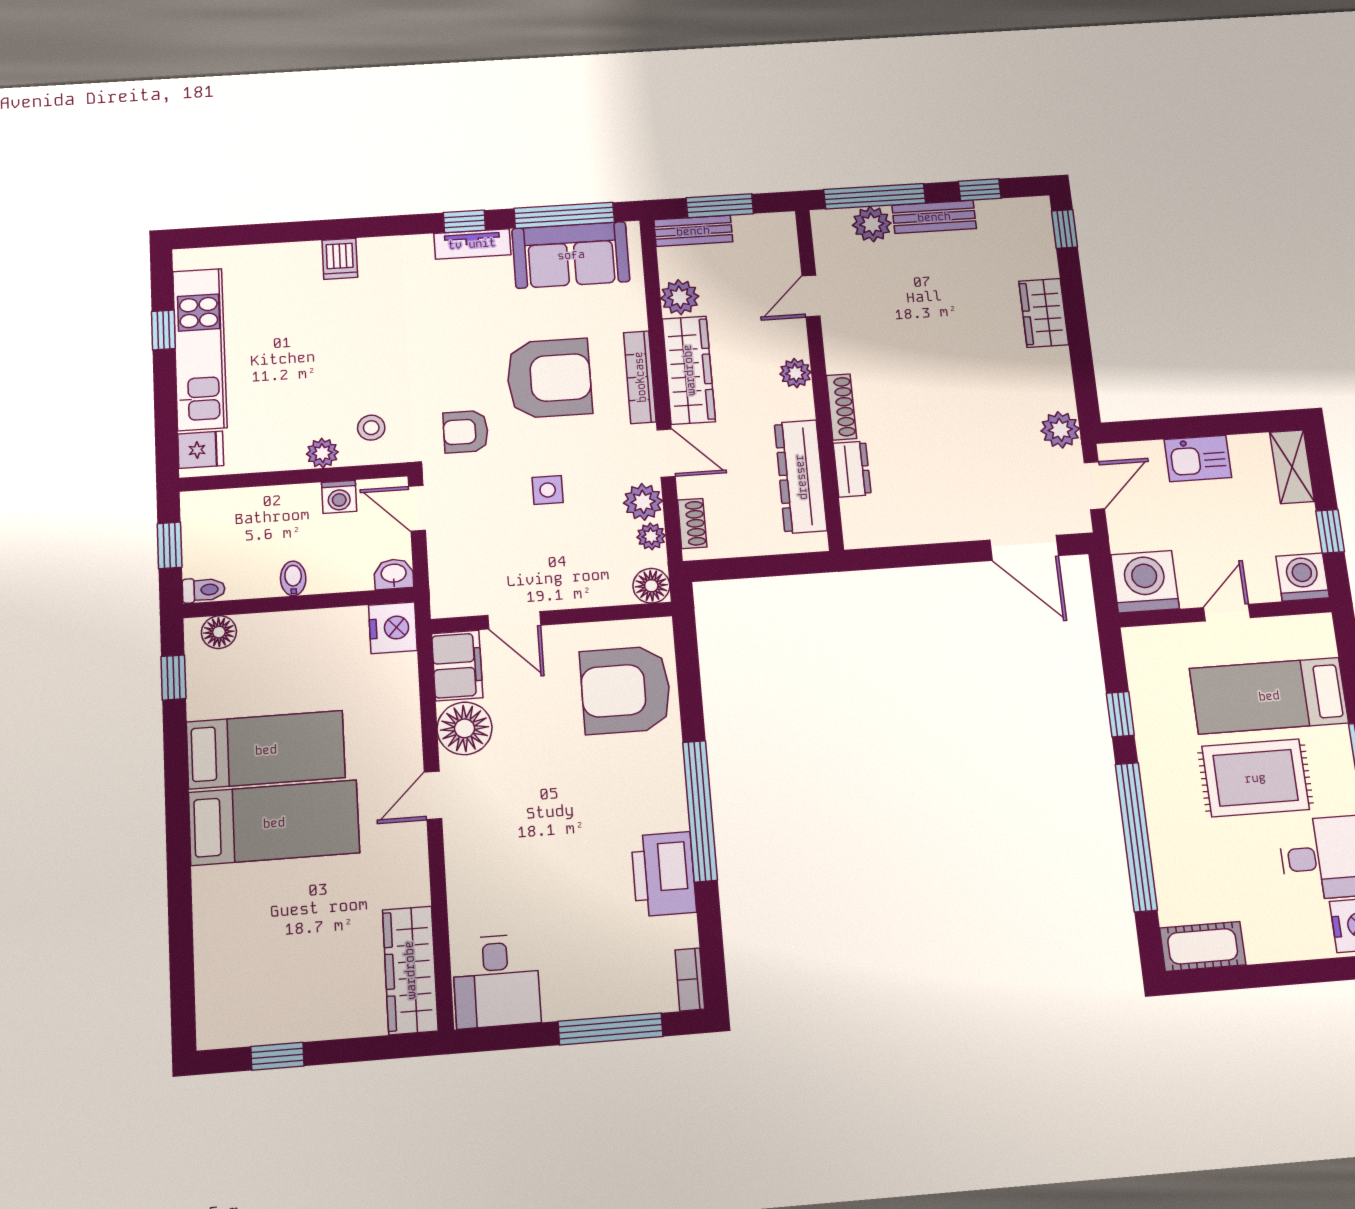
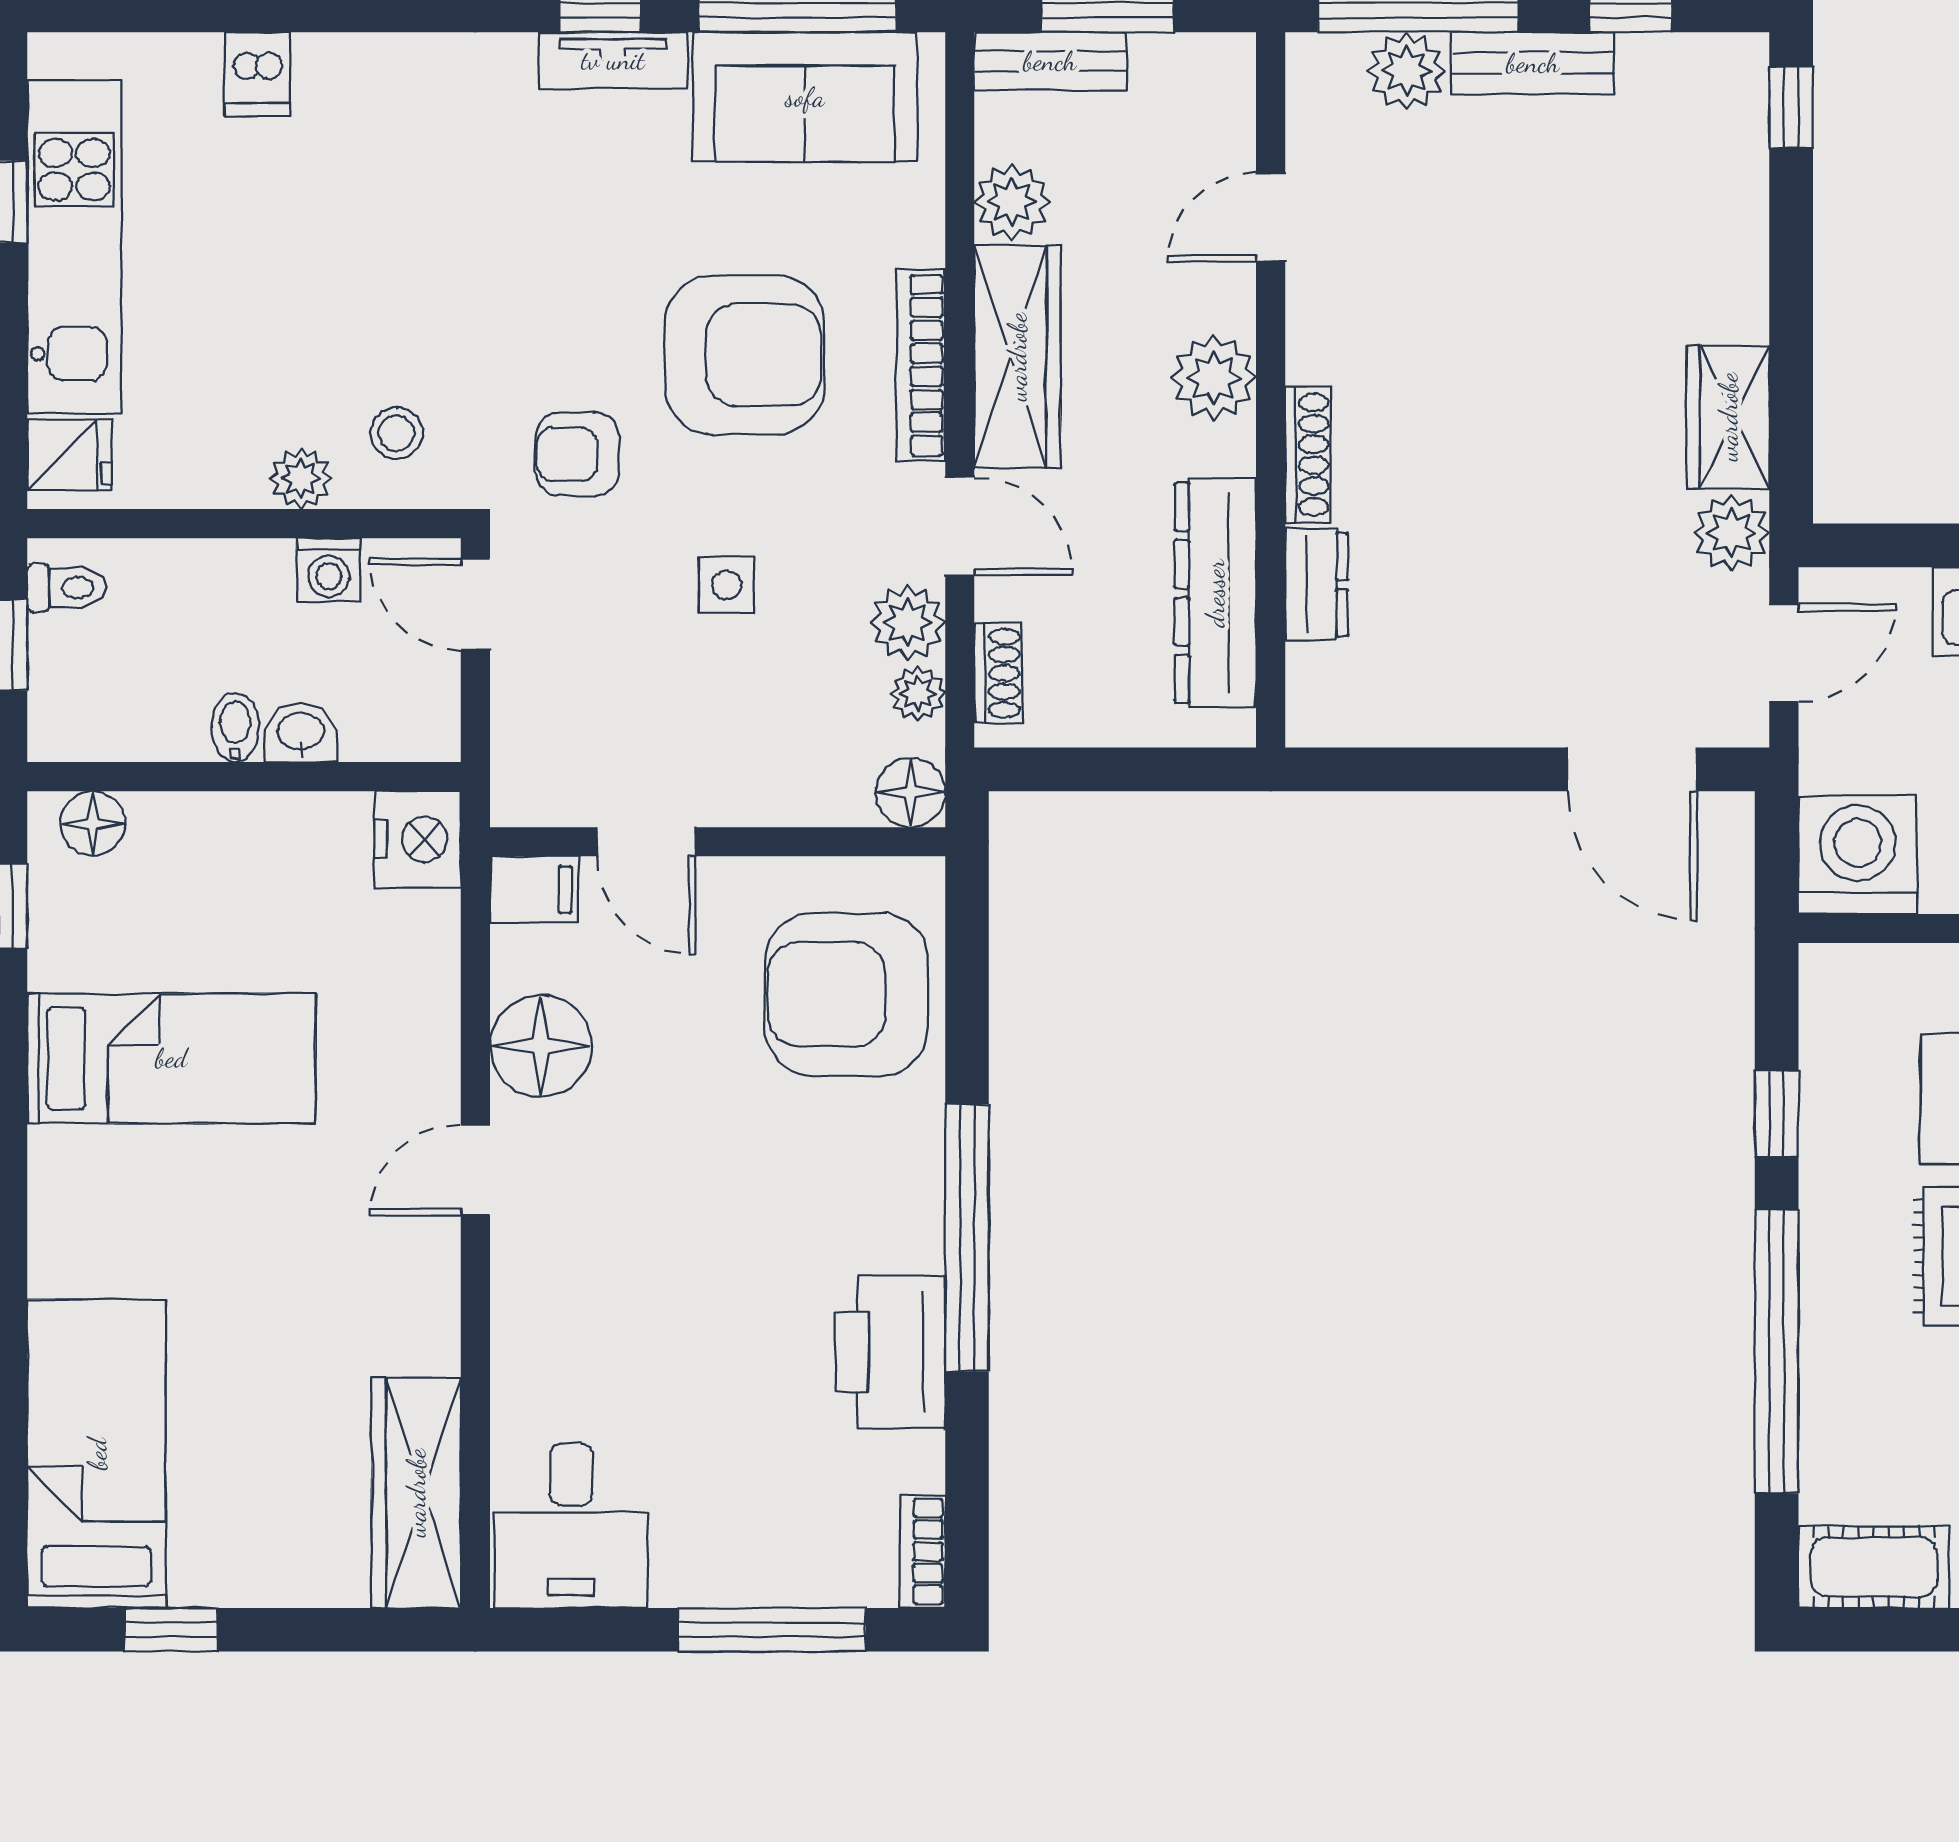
dishwasher: (340, 259) -> (257, 74), moved
wardrobe: (1044, 313) -> (1728, 417), moved
plant: (796, 373) -> (1214, 378), width x1.38, depth x1.38
washbasin: (394, 574) -> (301, 733), moved
toilet: (204, 590) -> (67, 588), moved
filing cabinet: (457, 666) -> (534, 889), width x0.50
bed: (274, 823) -> (97, 1454), moved, turned -90

